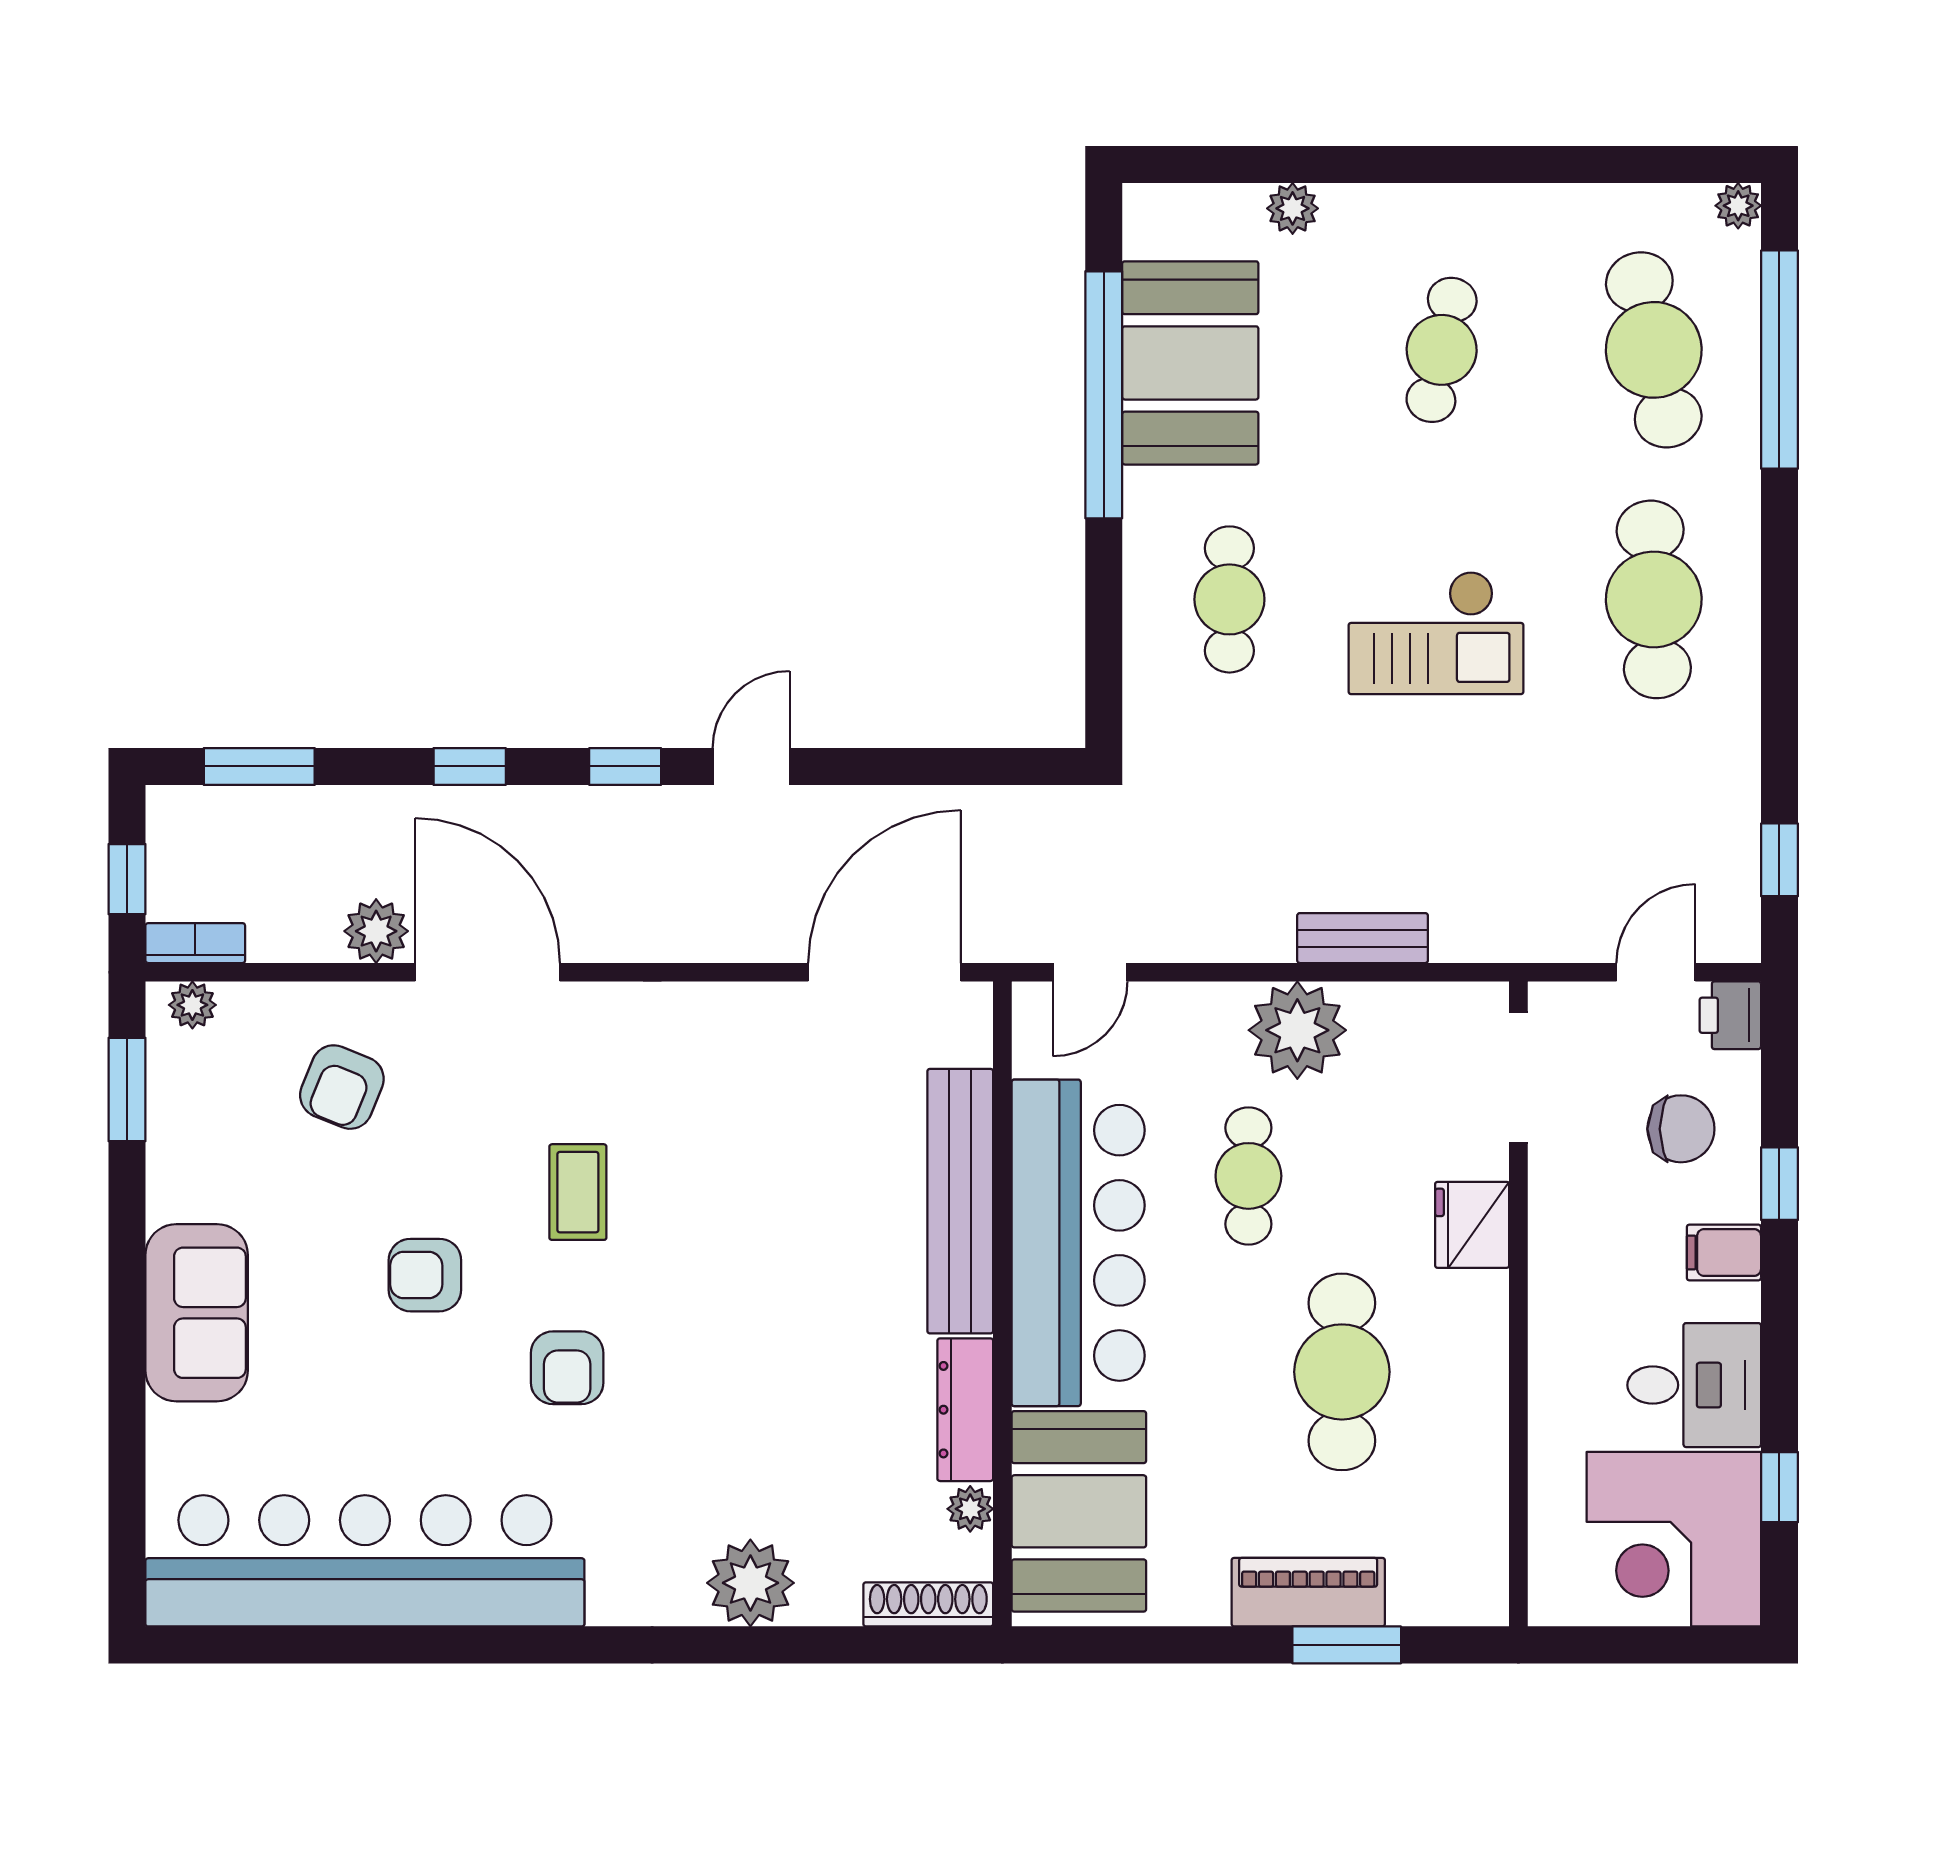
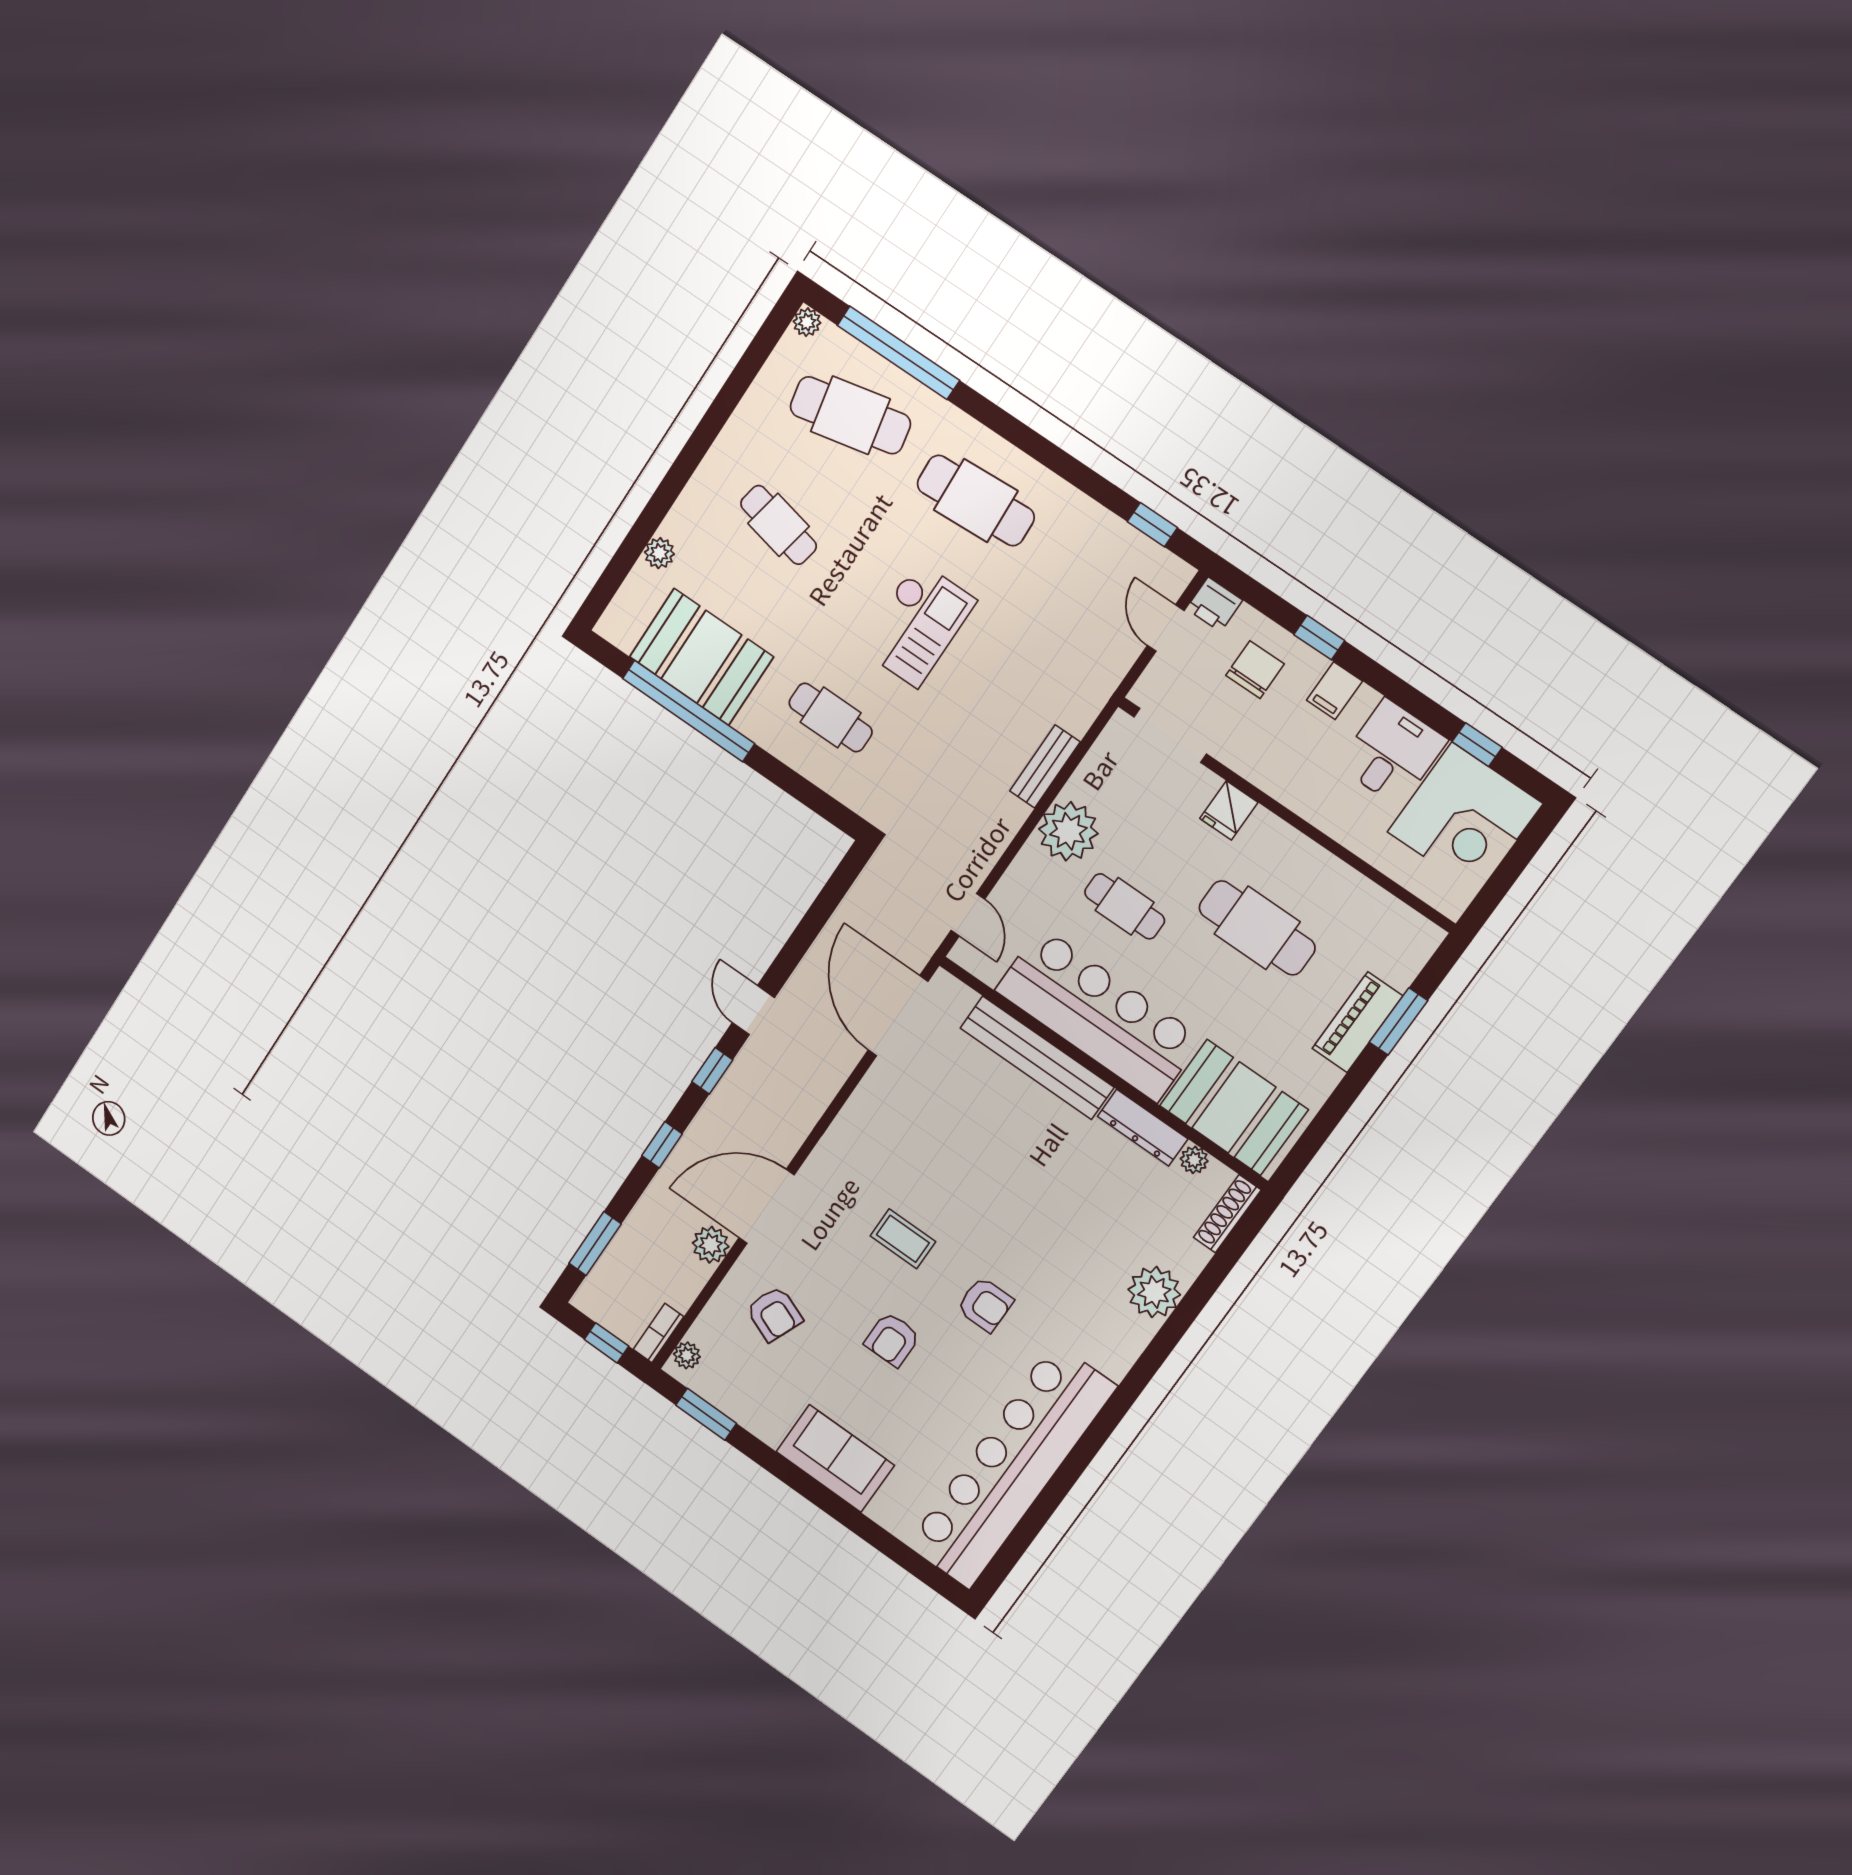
fridge: (1472, 1225) -> (1229, 810), width x0.72

